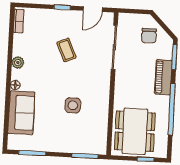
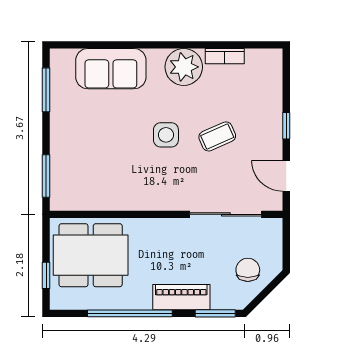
bookcase: (19, 21) -> (225, 56), moved
chair: (149, 36) -> (248, 270), turned 90
plant: (18, 63) -> (184, 67), width x1.88, depth x1.88
floor lamp: (15, 85) -> (156, 56), removed
side table: (73, 105) -> (166, 135), moved

